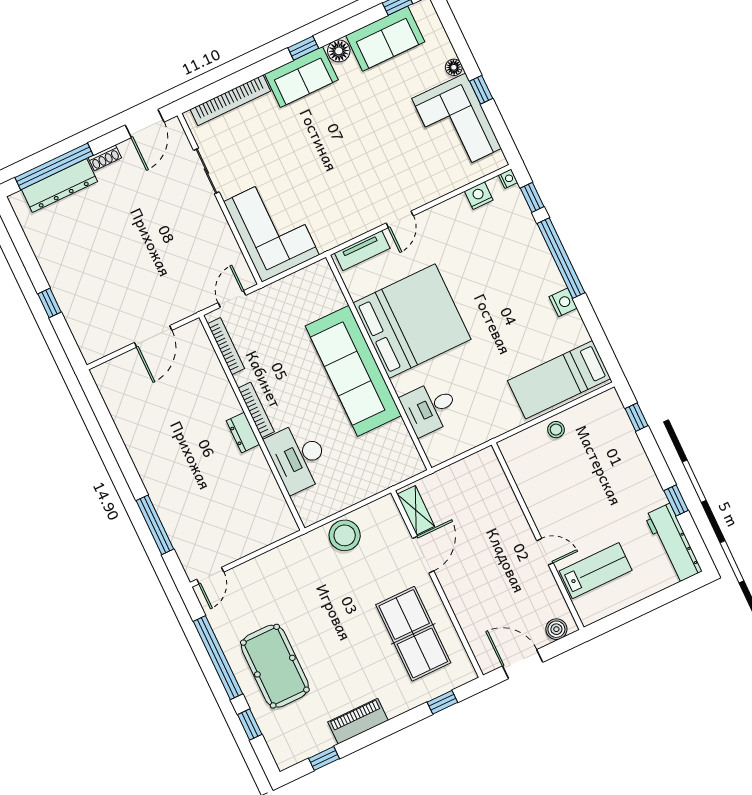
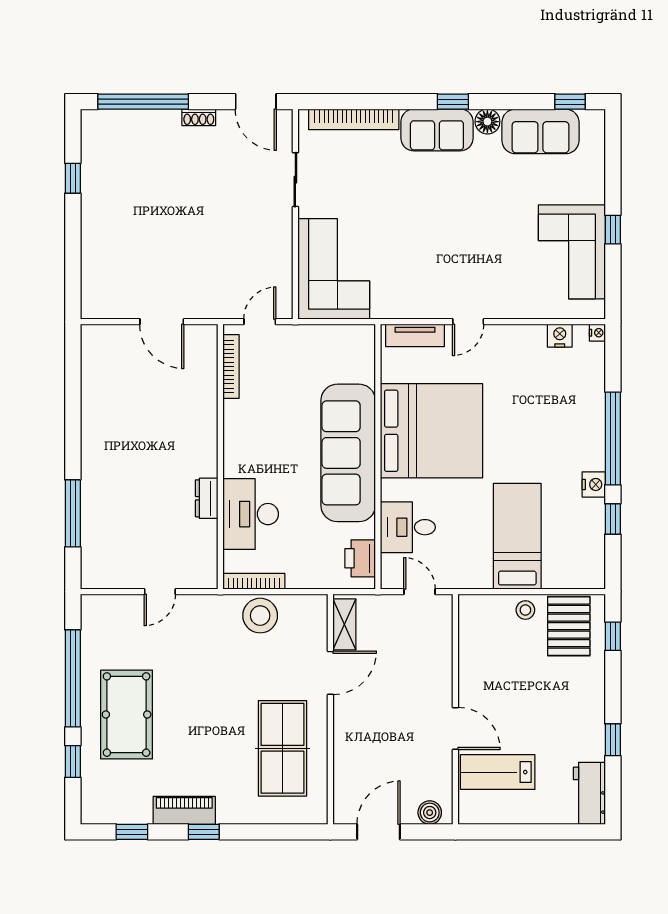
floor lamp: (454, 67) -> (596, 194), removed
door: (145, 123) -> (256, 102), hinge flipped
dresser: (59, 186) -> (139, 124), removed
window: (532, 197) -> (613, 519), moved
window: (50, 303) -> (73, 178), moved
door: (153, 336) -> (162, 322), hinge flipped
bed: (559, 380) -> (517, 536), moved, turned 90
bookcase: (256, 410) -> (254, 581), moved, turned -90
pallet: (597, 426) -> (569, 626), added
dresser: (243, 433) -> (207, 498), moved
printer: (403, 451) -> (360, 558), added
door: (464, 455) -> (420, 592), added
workbench: (673, 543) -> (589, 793), width x0.73
door: (545, 552) -> (455, 728), width x1.37
lab bench: (596, 571) -> (498, 772), turned 180
door: (210, 576) -> (160, 592), moved
door: (523, 664) -> (379, 832), hinge flipped
window: (442, 702) -> (204, 832), moved

